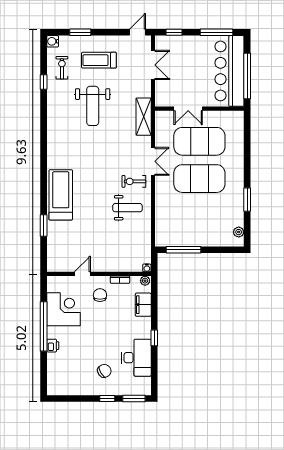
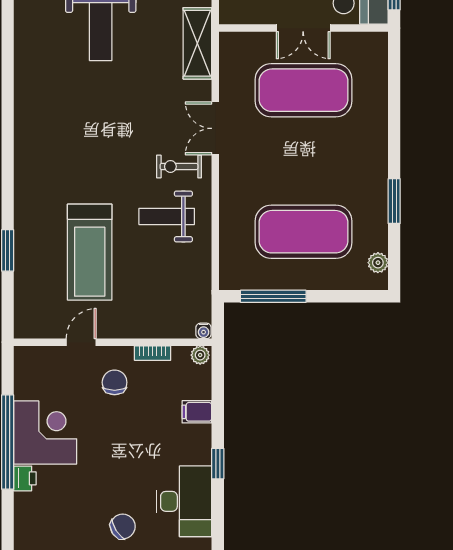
double door: (188, 109) -> (303, 28), moved
double door: (153, 161) -> (215, 128), swing flipped
exercise mat: (199, 179) -> (304, 232), moved
treadmill: (61, 195) -> (90, 252), moved, turned 180
weight bench: (127, 208) -> (167, 216), turned 180
filing cabinet: (143, 305) -> (197, 412), width x0.50
corner desk: (63, 309) -> (45, 433), moved

